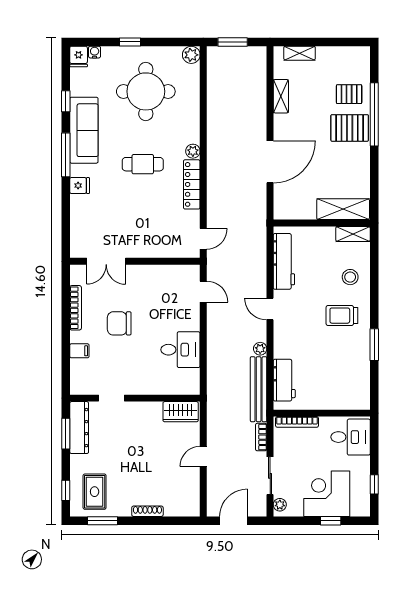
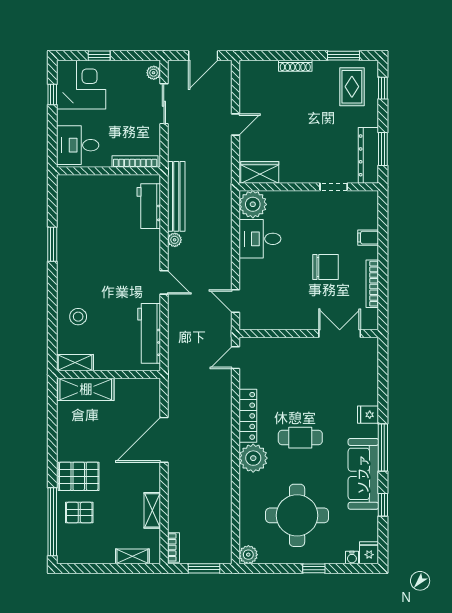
window: (374, 114) -> (52, 522), moved
plant: (193, 151) -> (253, 458), width x1.88, depth x1.88
trolley: (342, 316) -> (87, 275), removed
plant: (187, 382) -> (253, 204), added
bookcase: (261, 437) -> (173, 547), moved
corner desk: (327, 494) -> (81, 85), moved, turned -90

